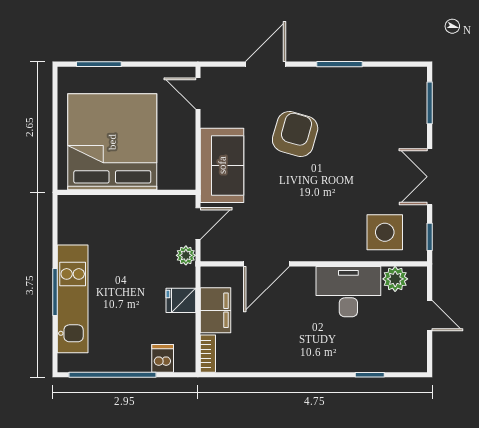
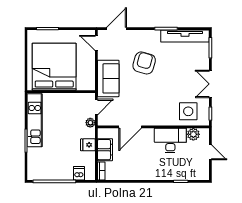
door: (266, 64) -> (117, 29), moved
tv unit: (378, 79) -> (185, 36), added
kitchen unit: (73, 299) -> (35, 120), moved

